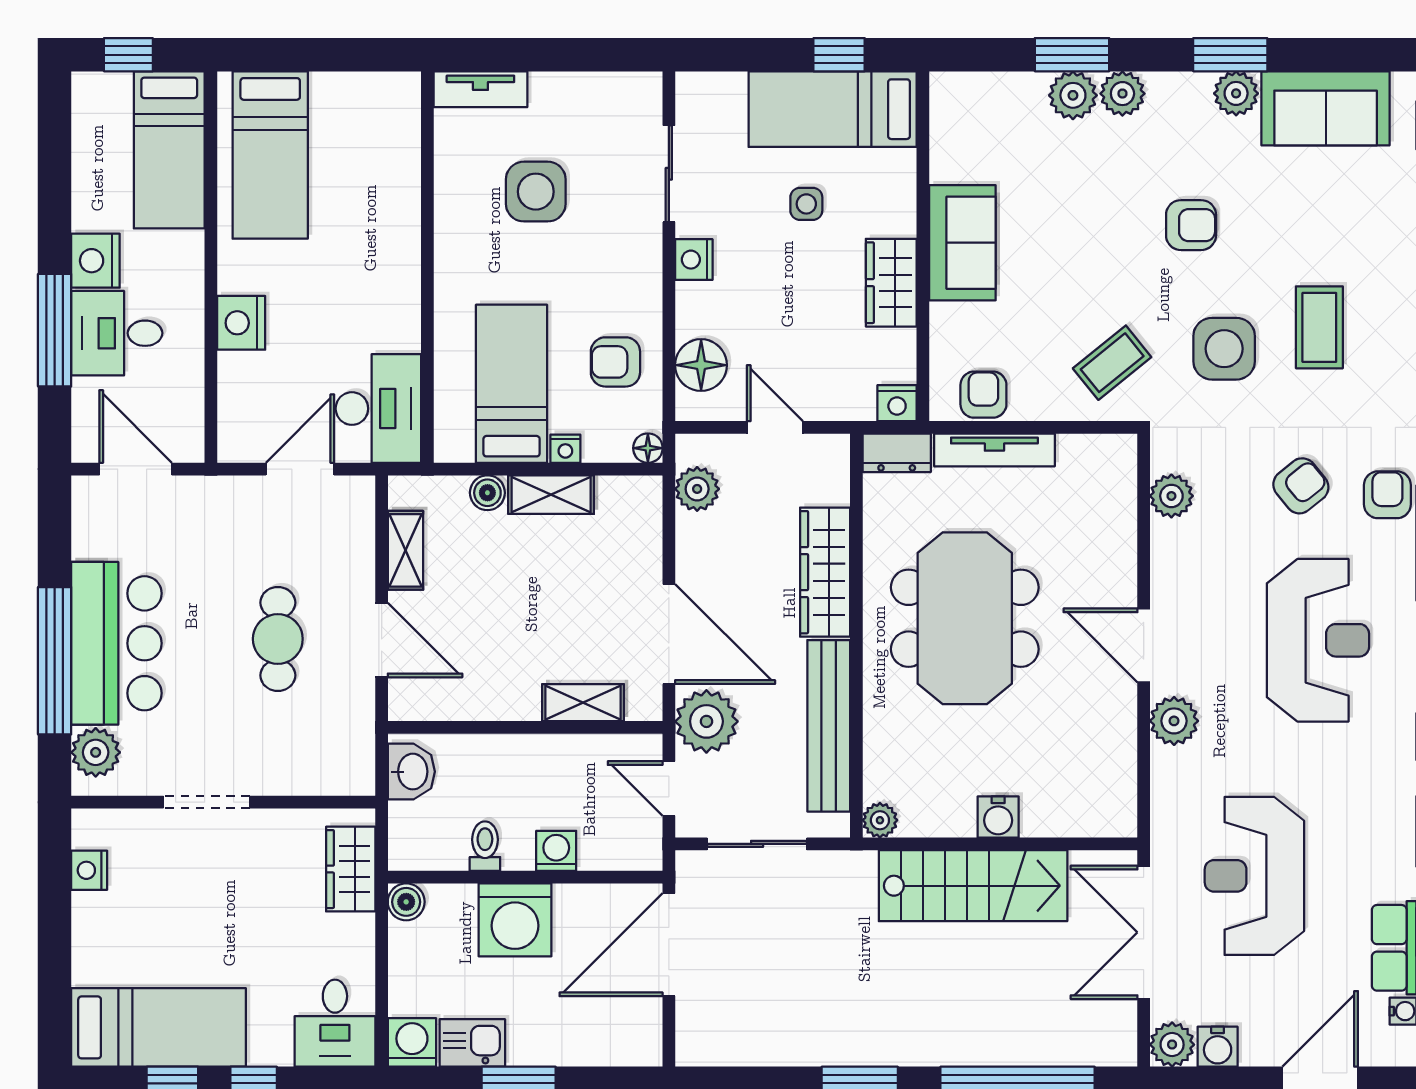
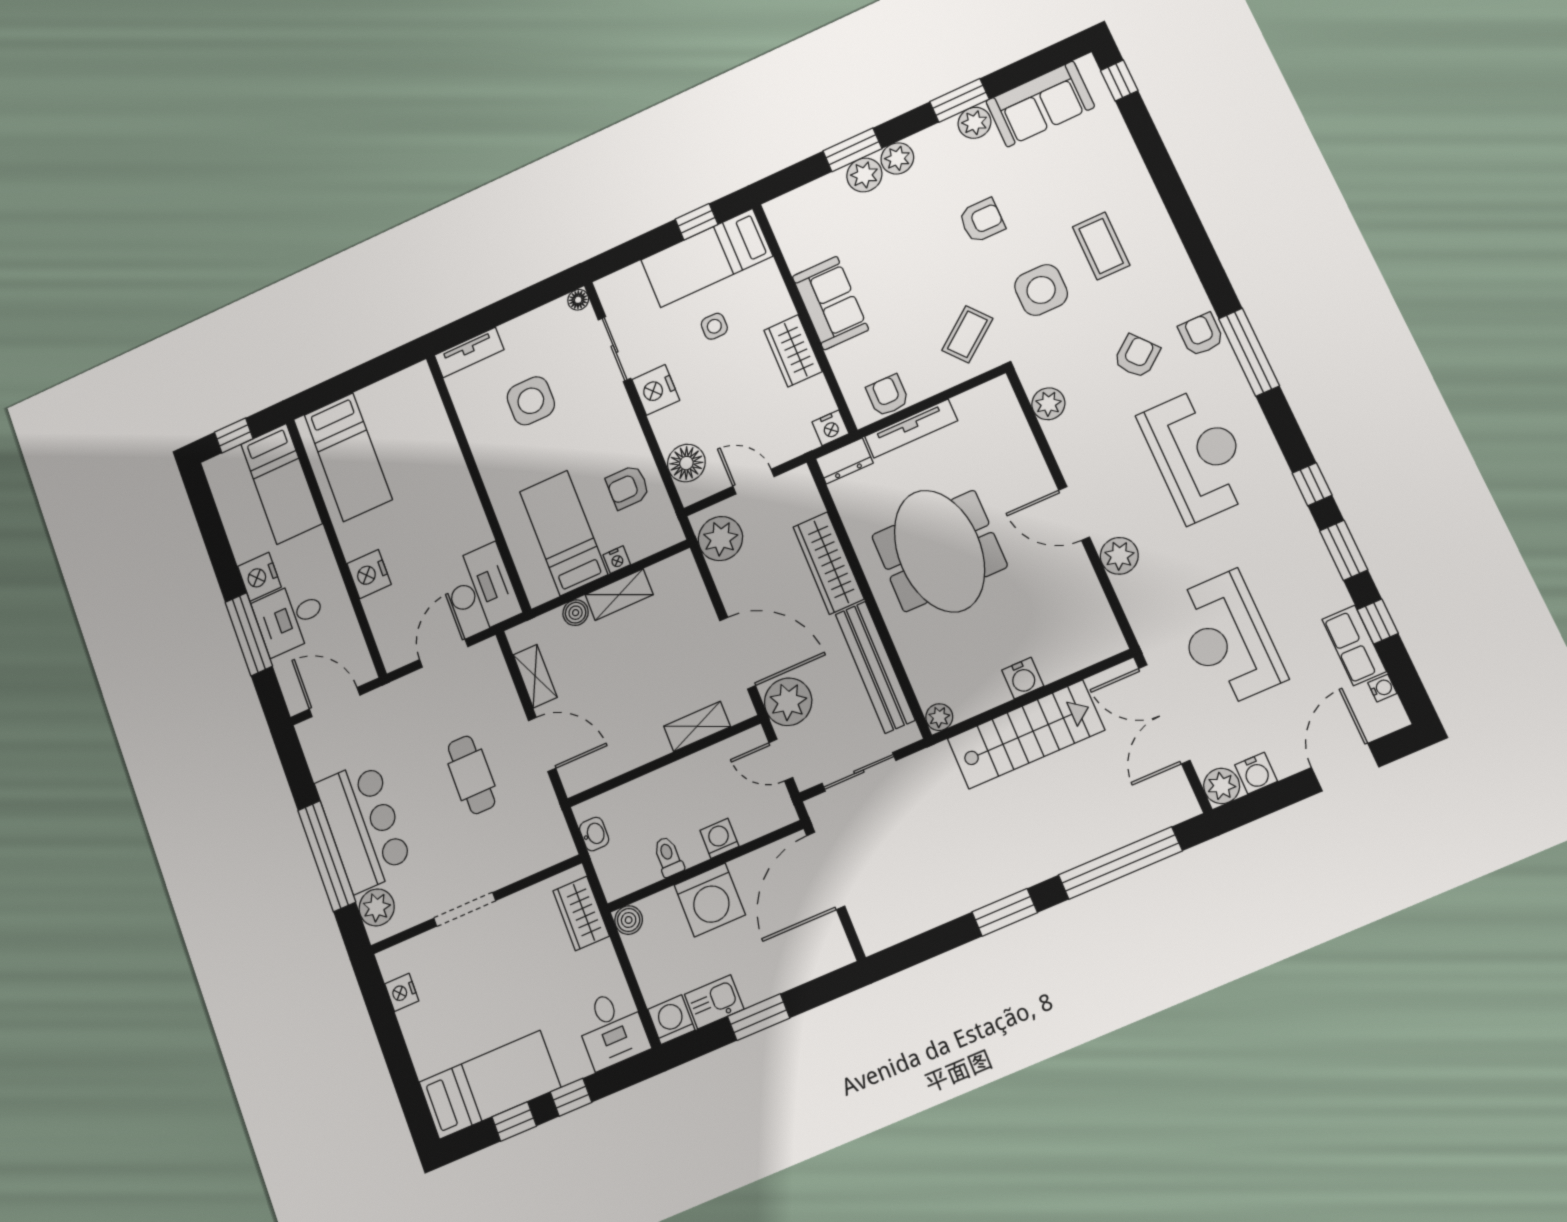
nightstand: (694, 260) -> (656, 390), width x1.36, depth x1.33
floor lamp: (648, 448) -> (578, 300), moved
plant: (697, 489) -> (720, 539), width x1.36, depth x1.36
washbasin: (411, 772) -> (594, 834), width x0.72, depth x0.69

